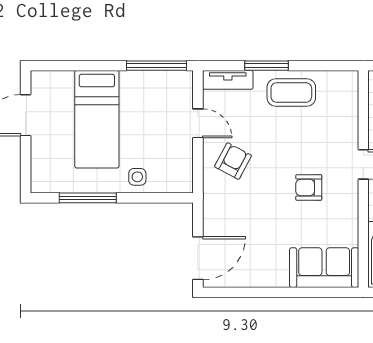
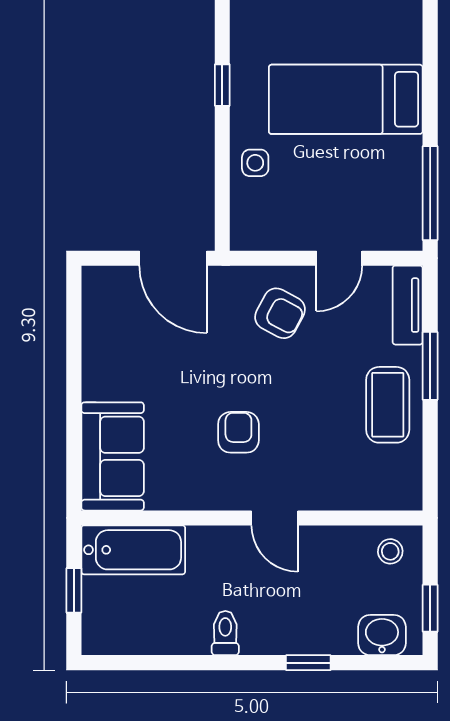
window: (88, 198) -> (222, 85), width x0.46
door: (198, 258) -> (173, 258), moved

